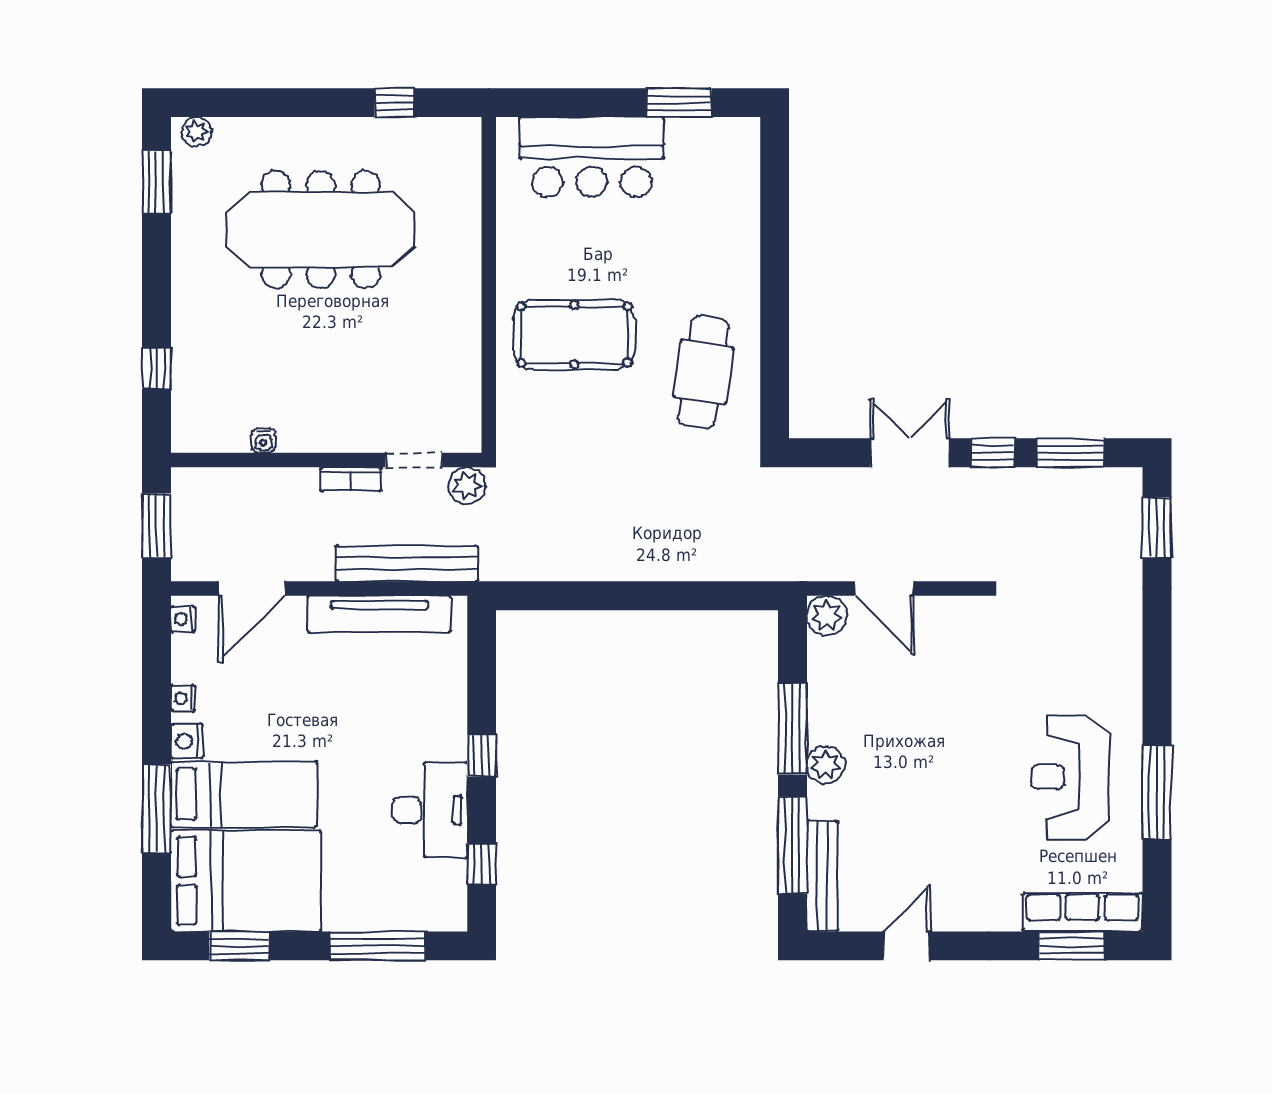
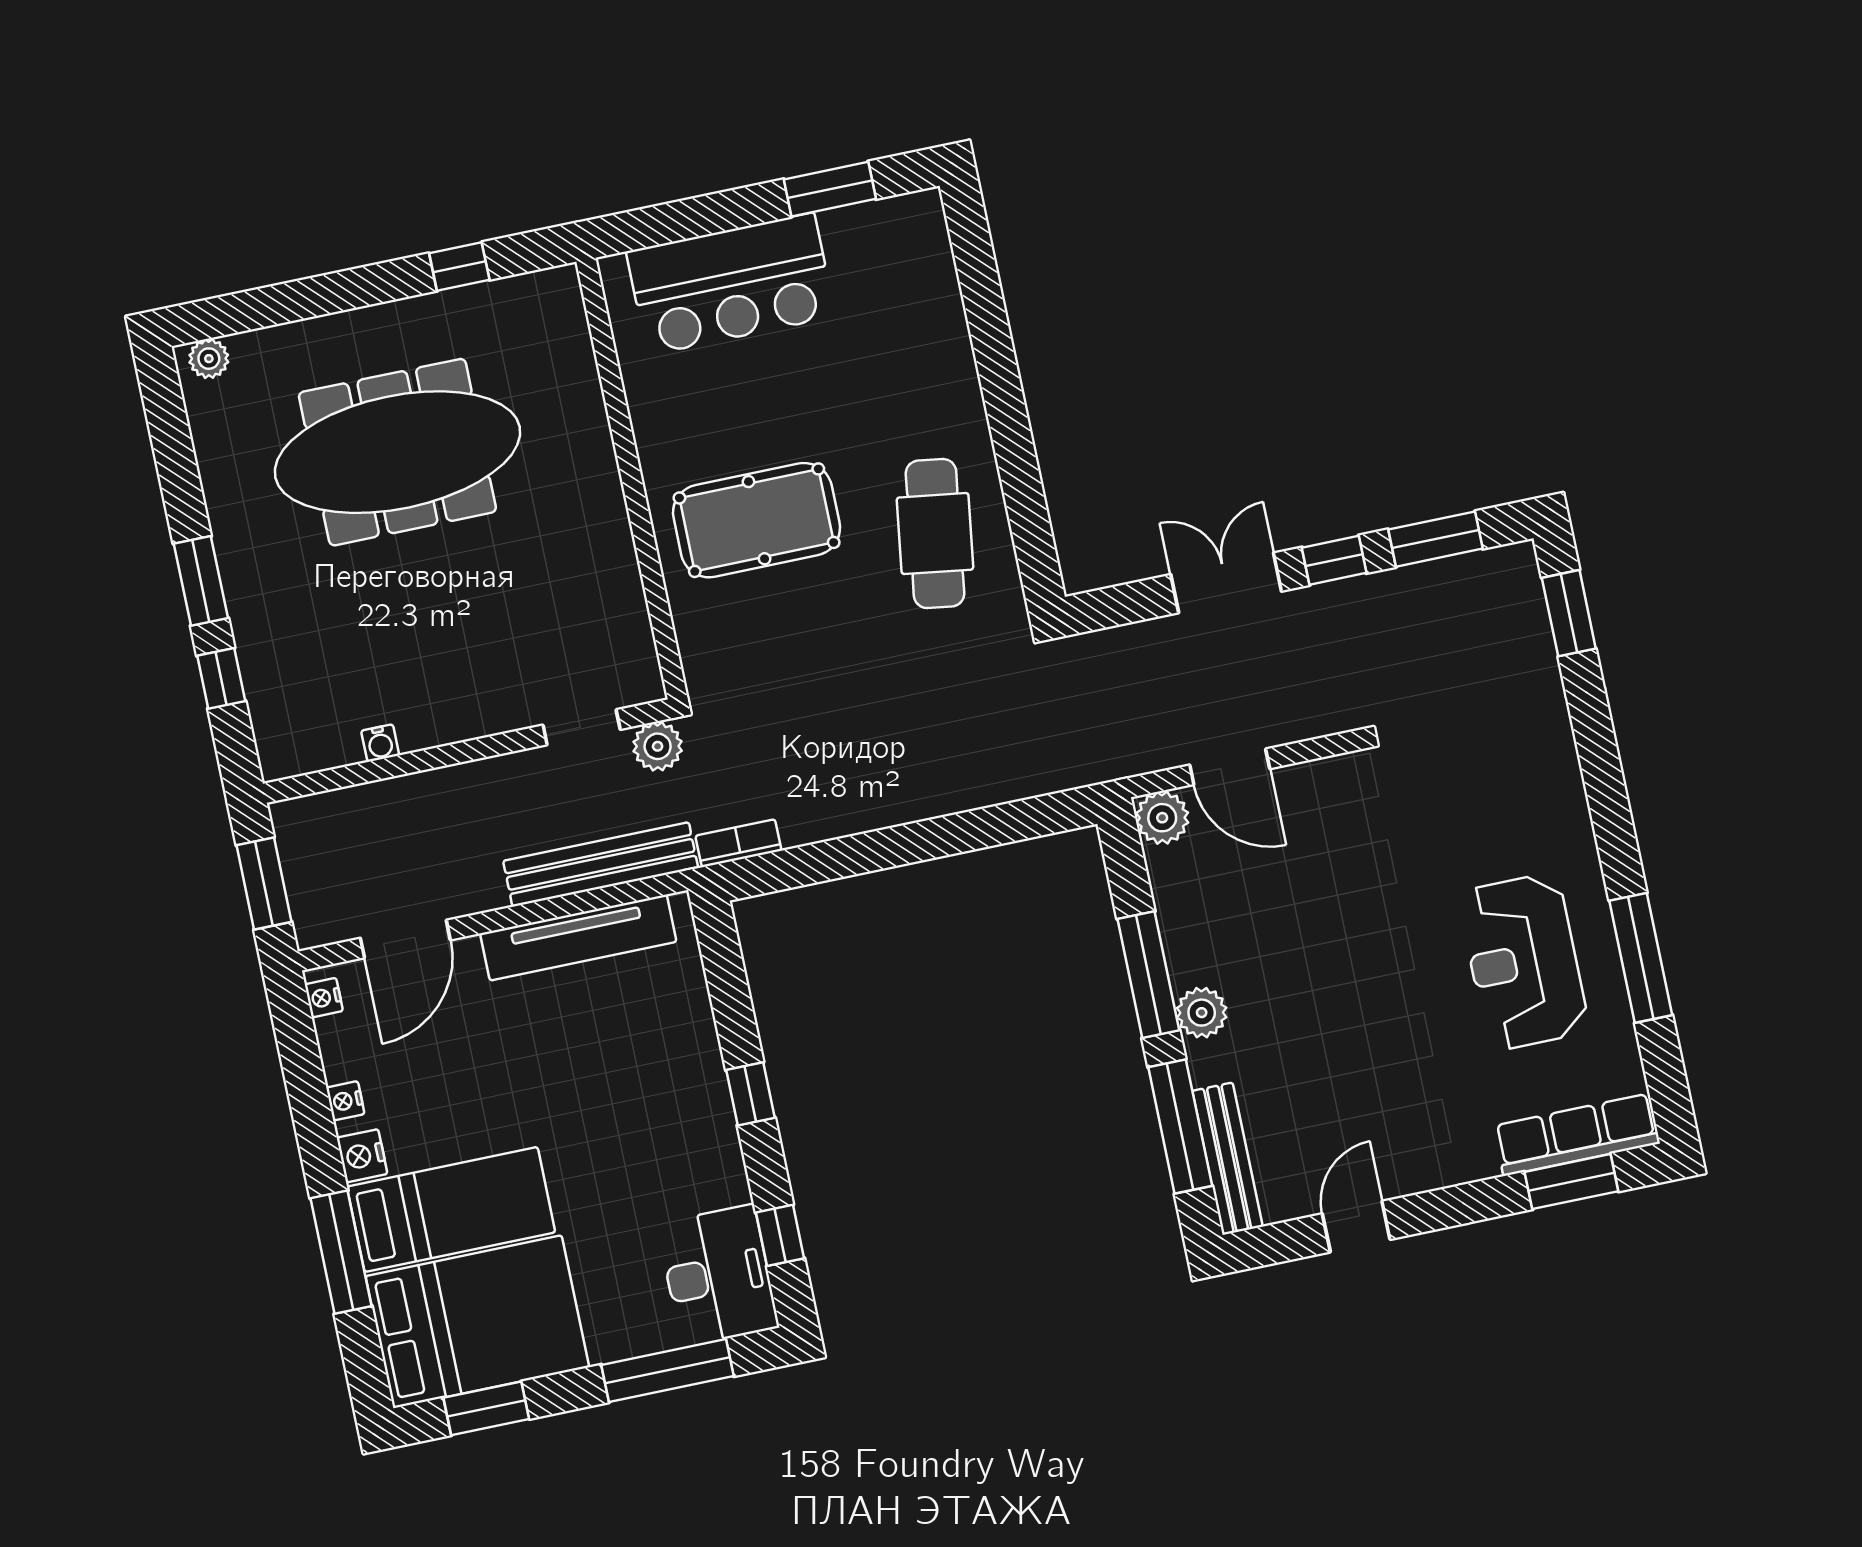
window: (157, 182) -> (201, 581), moved
bookcase: (351, 479) -> (738, 843), moved, turned 180
desk: (430, 810) -> (718, 1276), moved

